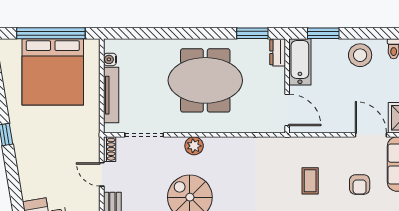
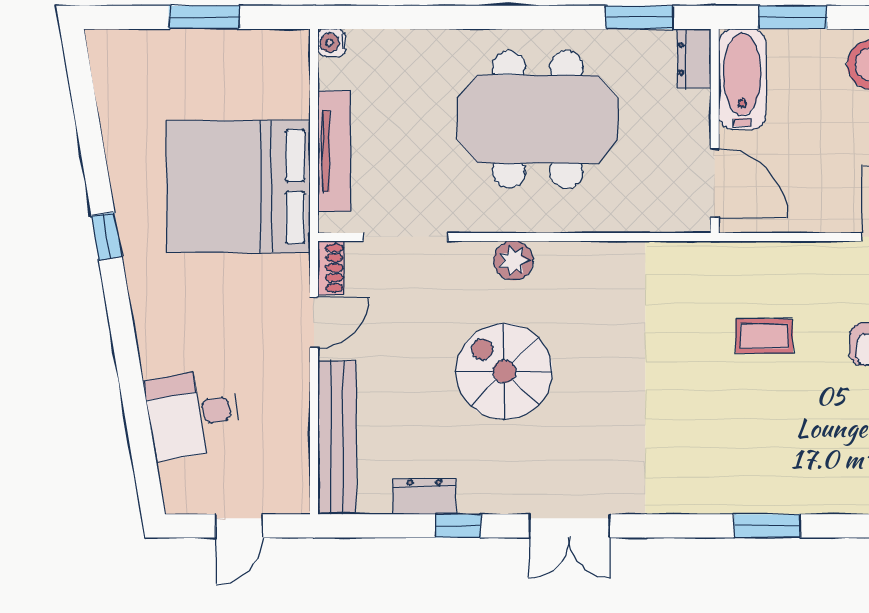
window: (51, 33) -> (204, 17), width x0.47
water cooler: (110, 59) -> (332, 43), moved
bed: (53, 72) -> (238, 187), moved, turned 90
door: (102, 174) -> (314, 322), swing flipped
coffee table: (310, 181) -> (764, 336), turned 90

